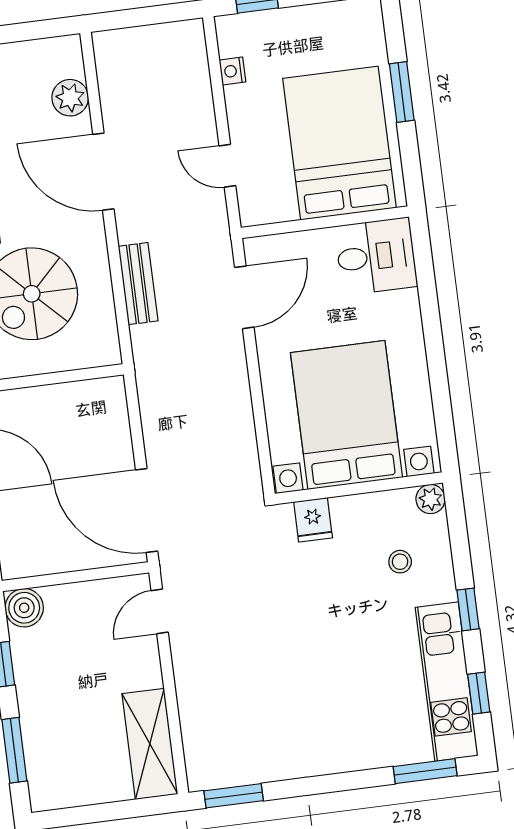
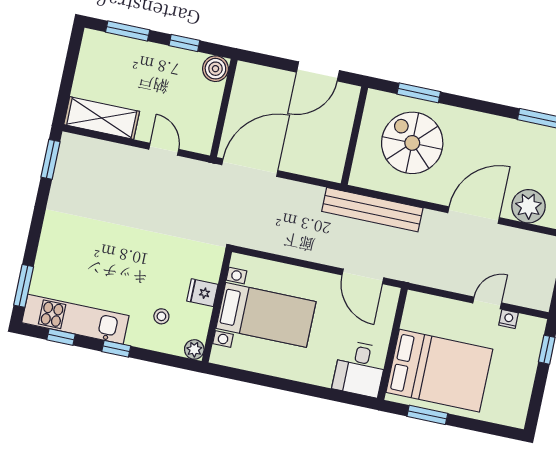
window: (402, 92) -> (427, 415), moved
plant: (70, 98) -> (528, 206), width x1.36, depth x1.36
door: (227, 166) -> (487, 303), moved
bench: (138, 284) -> (372, 210), width x1.86, depth x1.21
bed with nightstands: (346, 415) -> (266, 315), width x0.73
fridge: (313, 520) -> (202, 293), moved
door: (160, 611) -> (164, 149), moved

